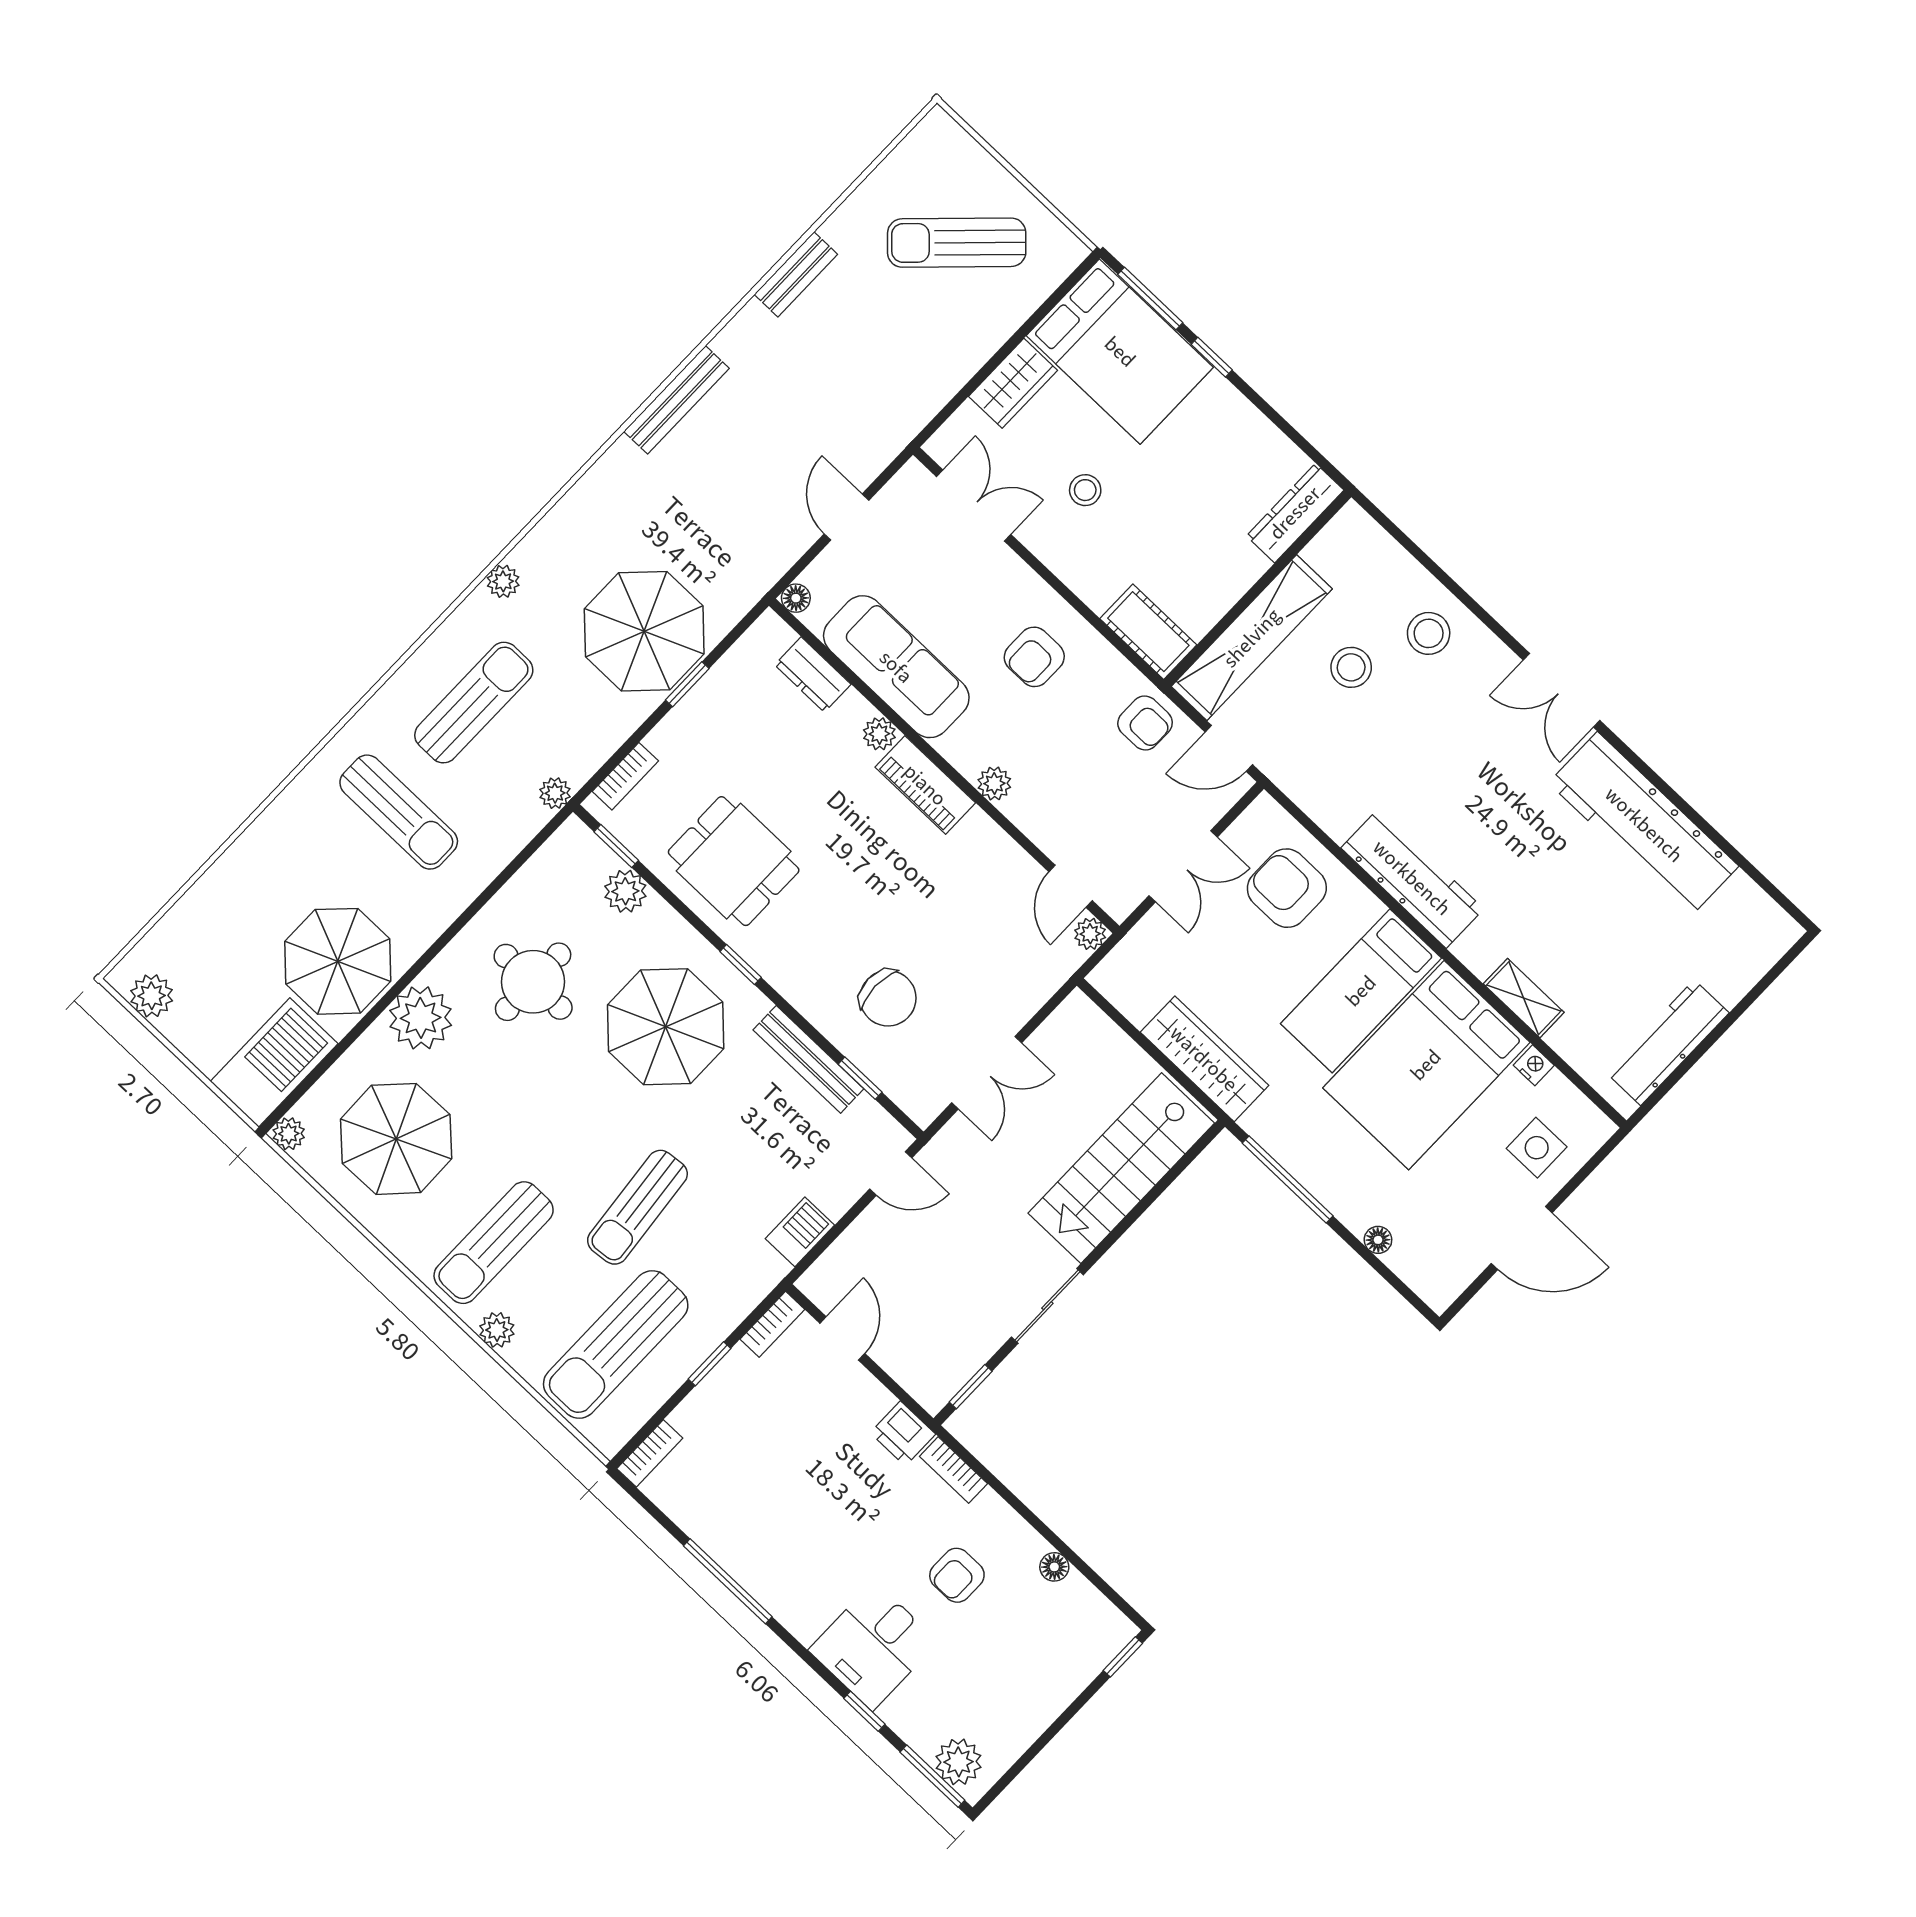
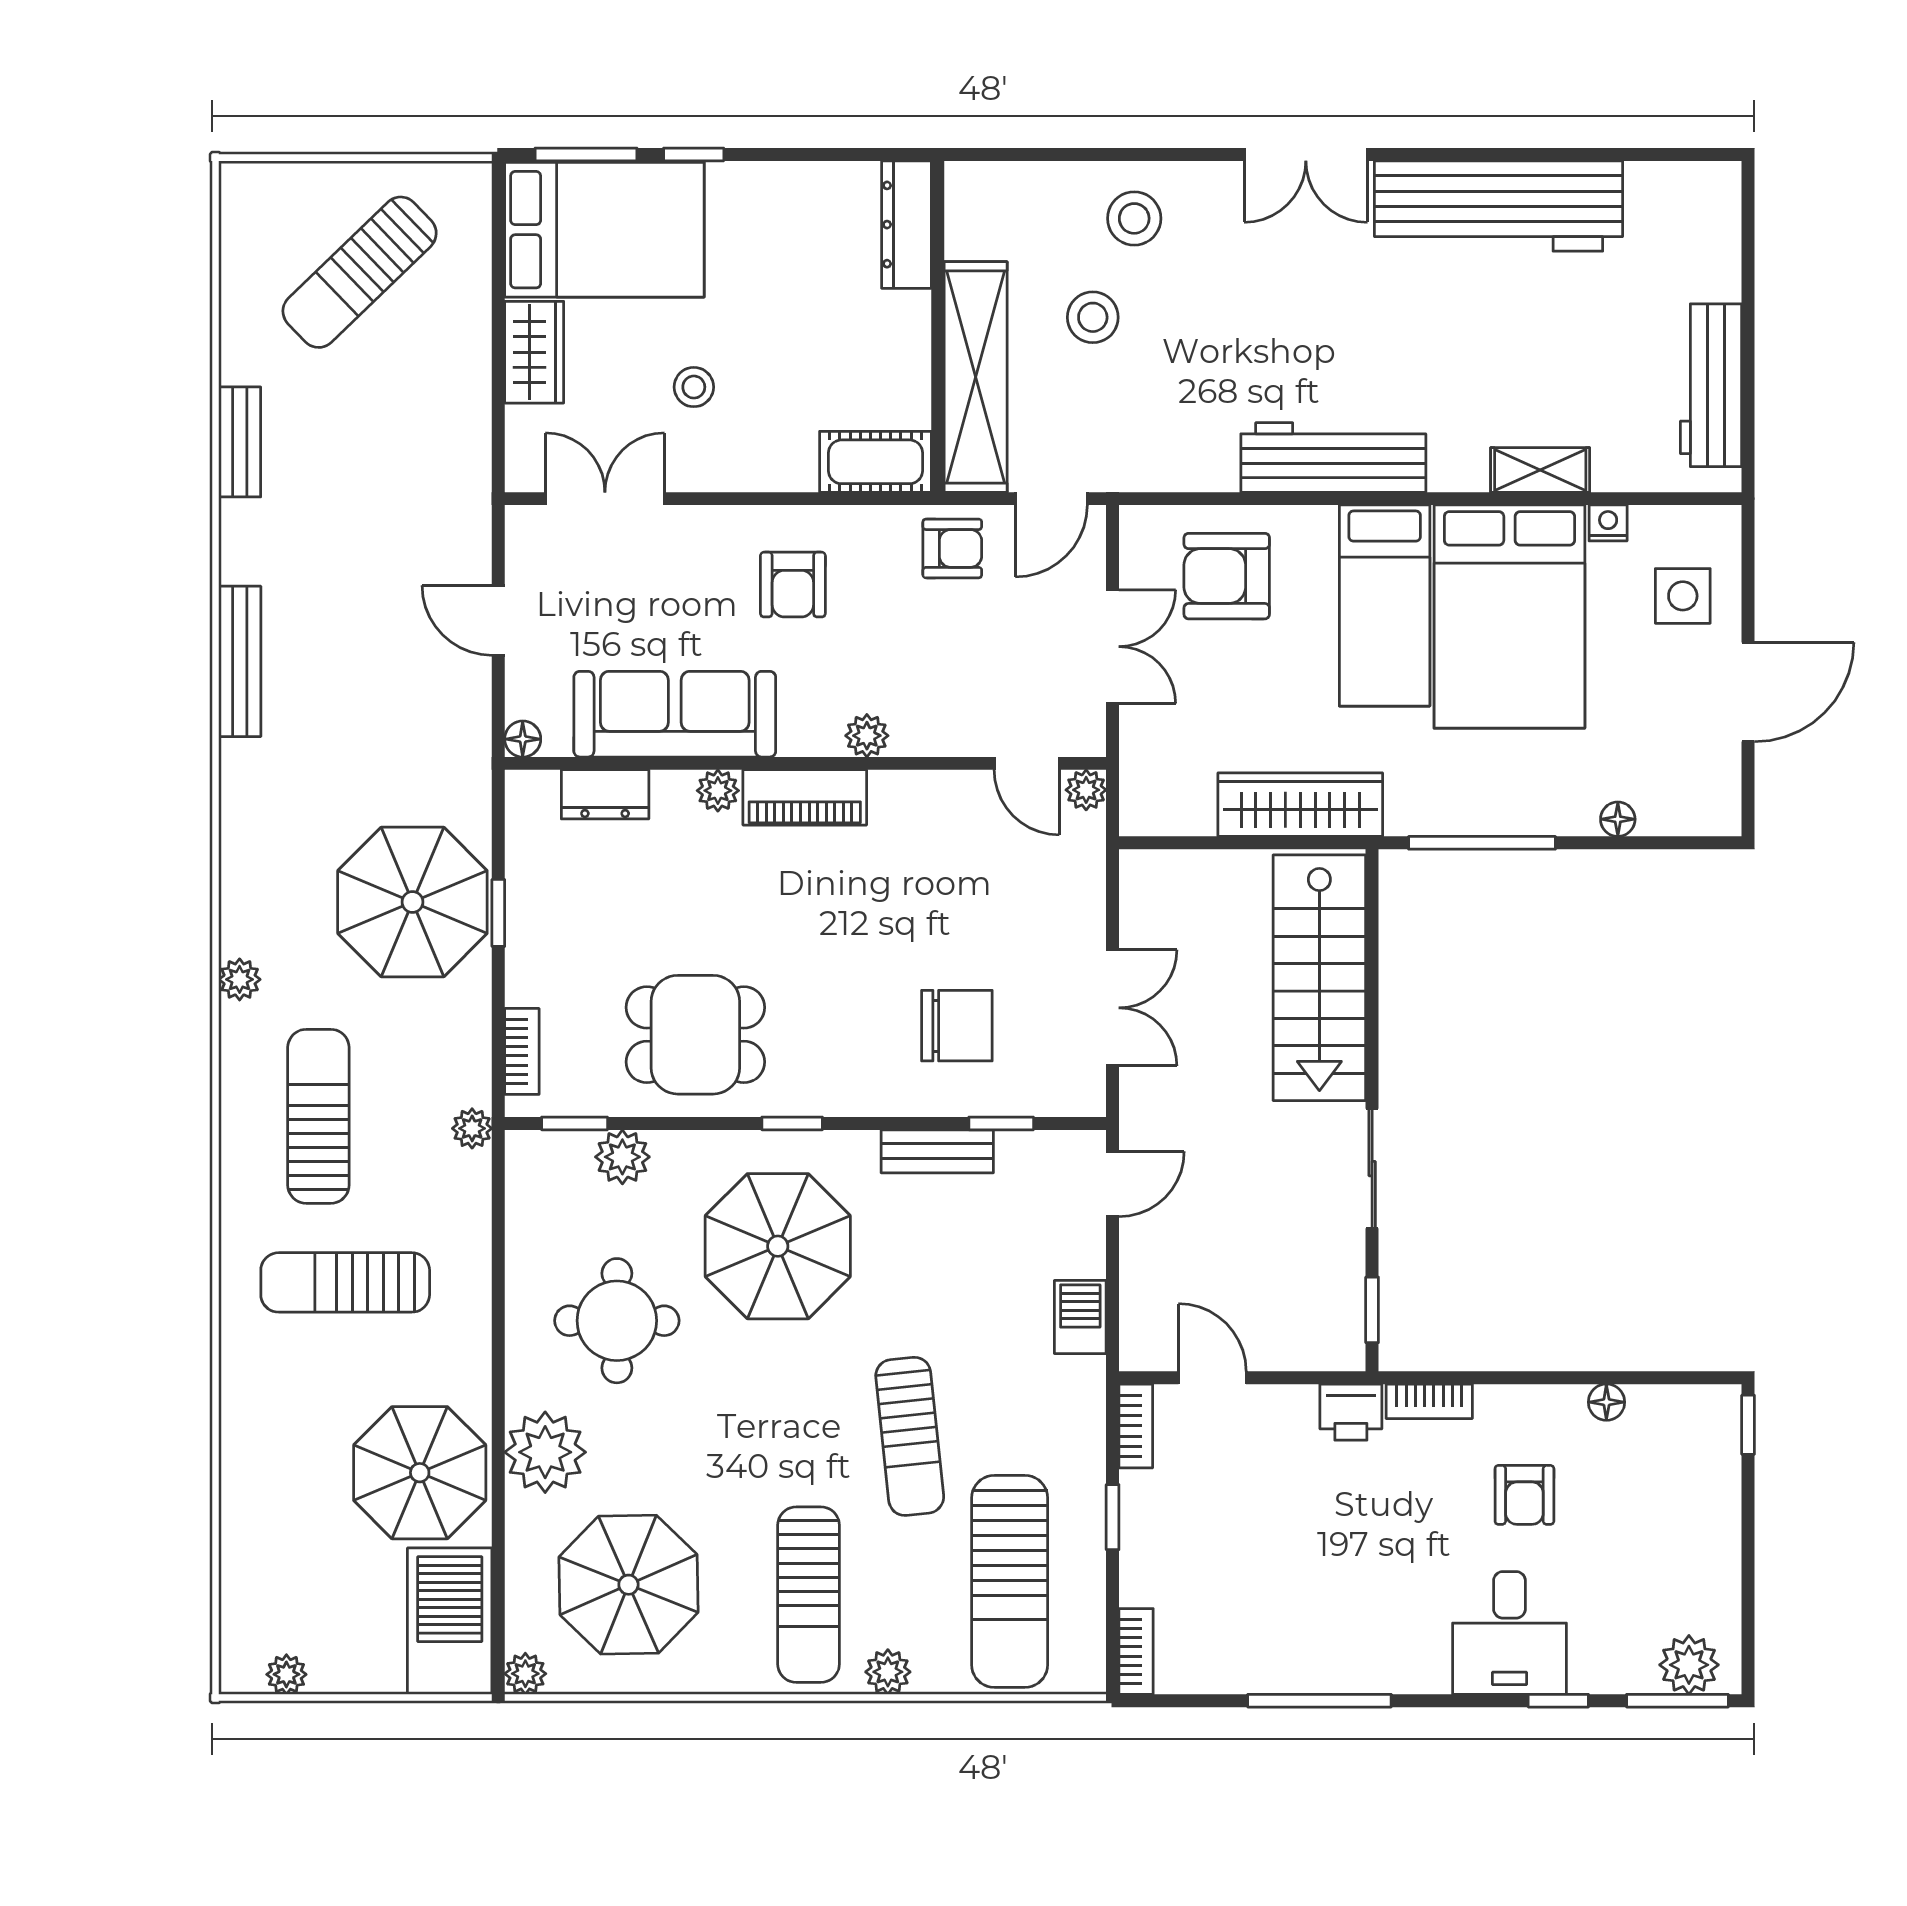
sun lounger: (399, 812) -> (345, 1282), turned 180
plant: (152, 996) -> (286, 1674), width x0.73, depth x0.73
bench: (808, 1059) -> (937, 1151), width x0.73

